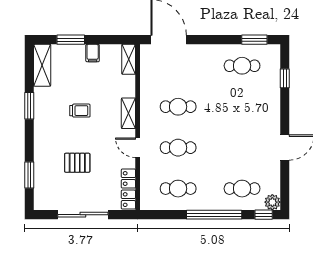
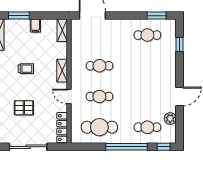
cafe table: (178, 189) -> (99, 127), width x1.37, depth x1.35
plant: (272, 202) -> (170, 119), moved

